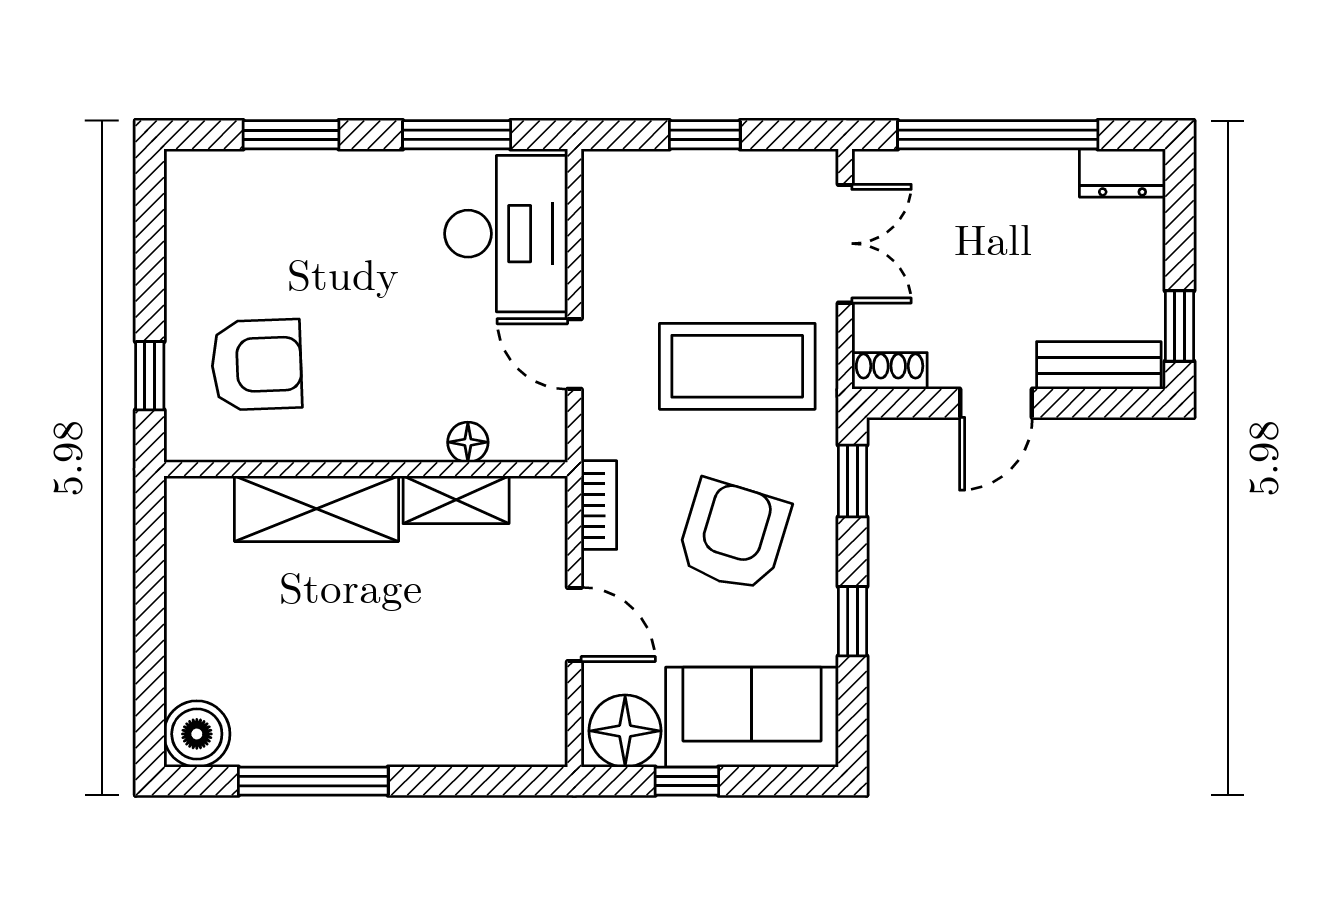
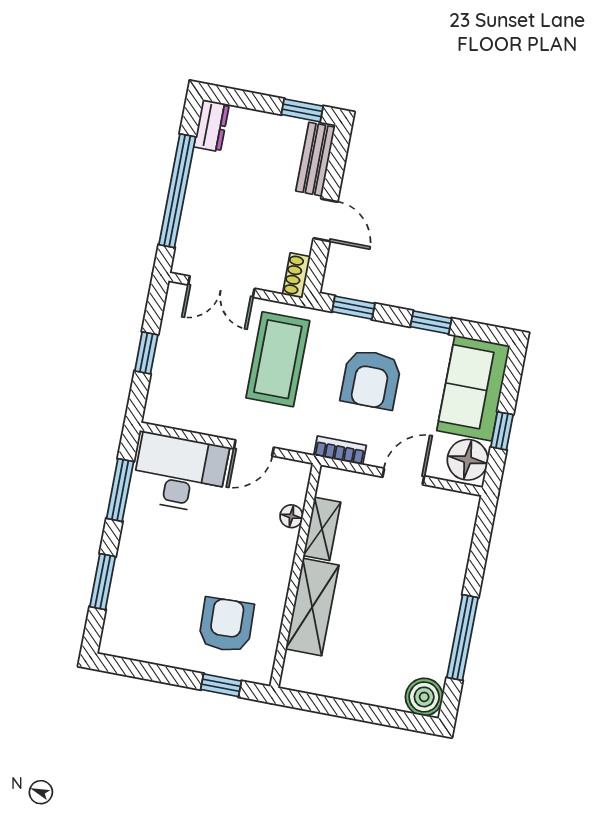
double door: (845, 244) -> (221, 287), swing flipped
armchair: (733, 535) -> (371, 379), turned -107

